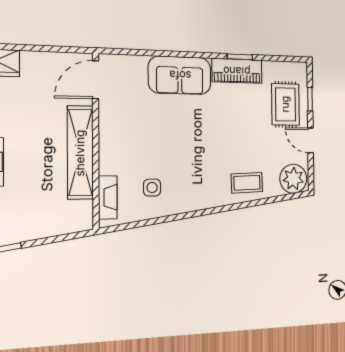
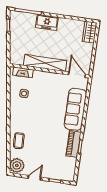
sofa: (180, 75) -> (75, 109), width x1.36
rug: (285, 104) -> (54, 167), removed

